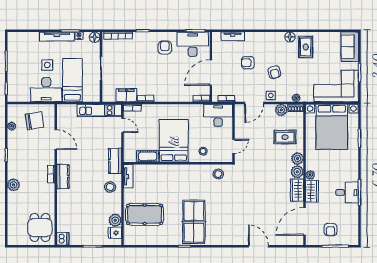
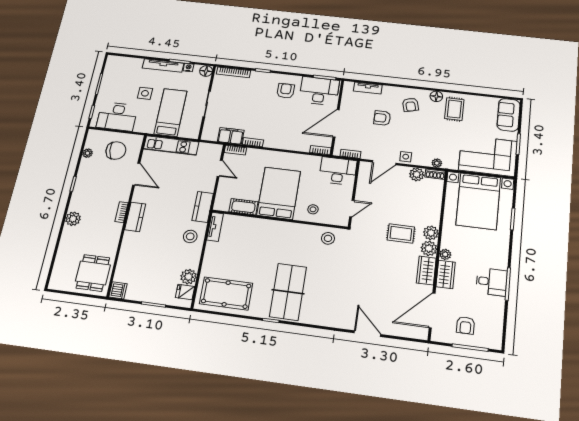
armchair: (274, 72) -> (410, 105), moved
desk: (46, 90) -> (117, 116), moved
kitchen unit: (99, 110) -> (171, 145), moved
rug: (285, 137) -> (401, 233), moved
pool table: (145, 214) -> (226, 293), moved

